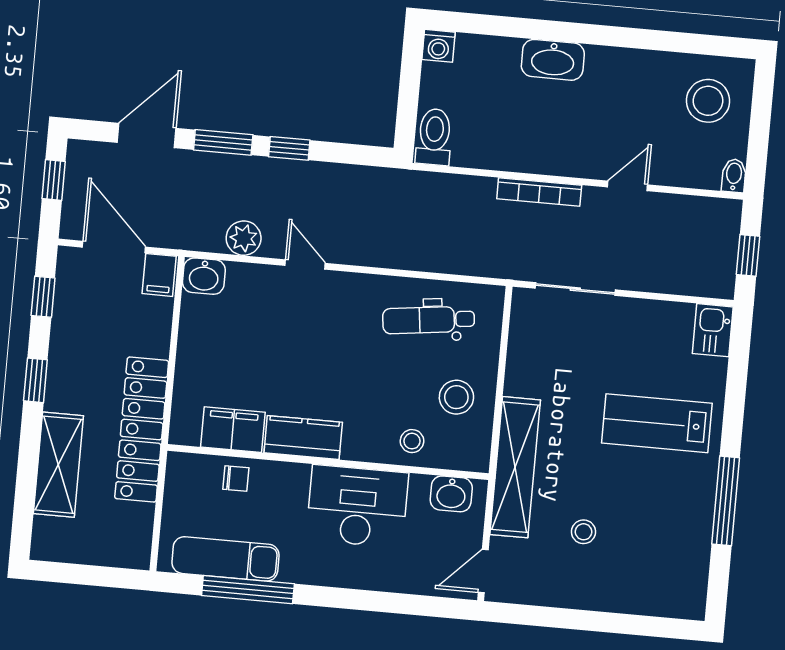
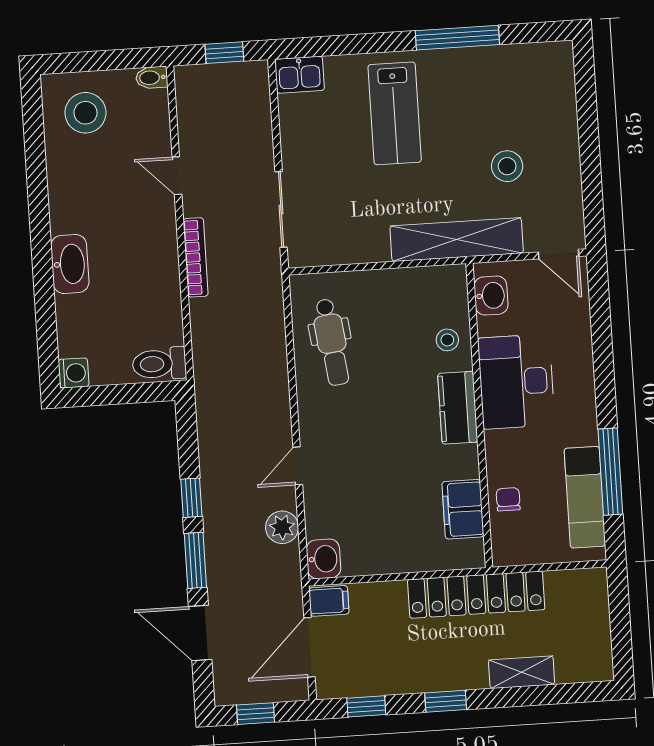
stool: (456, 397) -> (400, 305), removed
kitchen counter: (303, 438) -> (458, 408), moved
shelving: (58, 465) -> (522, 672), width x0.67, depth x0.75
stool: (583, 532) -> (507, 166), width x1.37, depth x1.37

